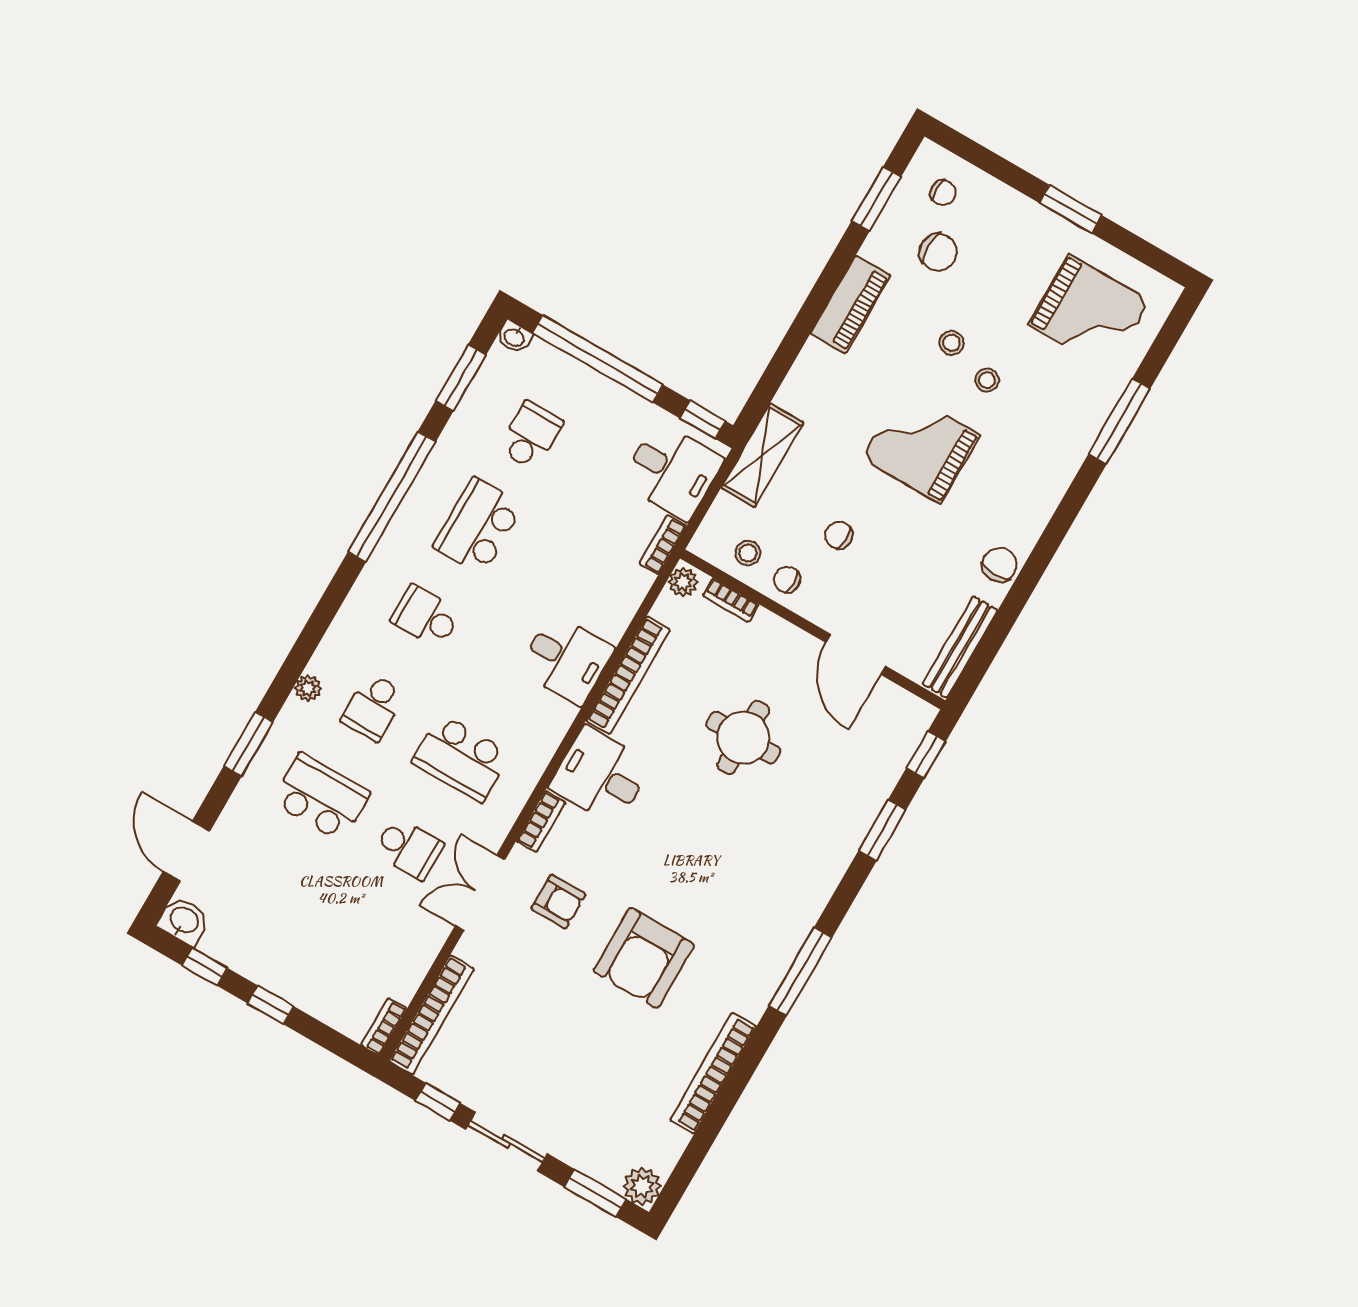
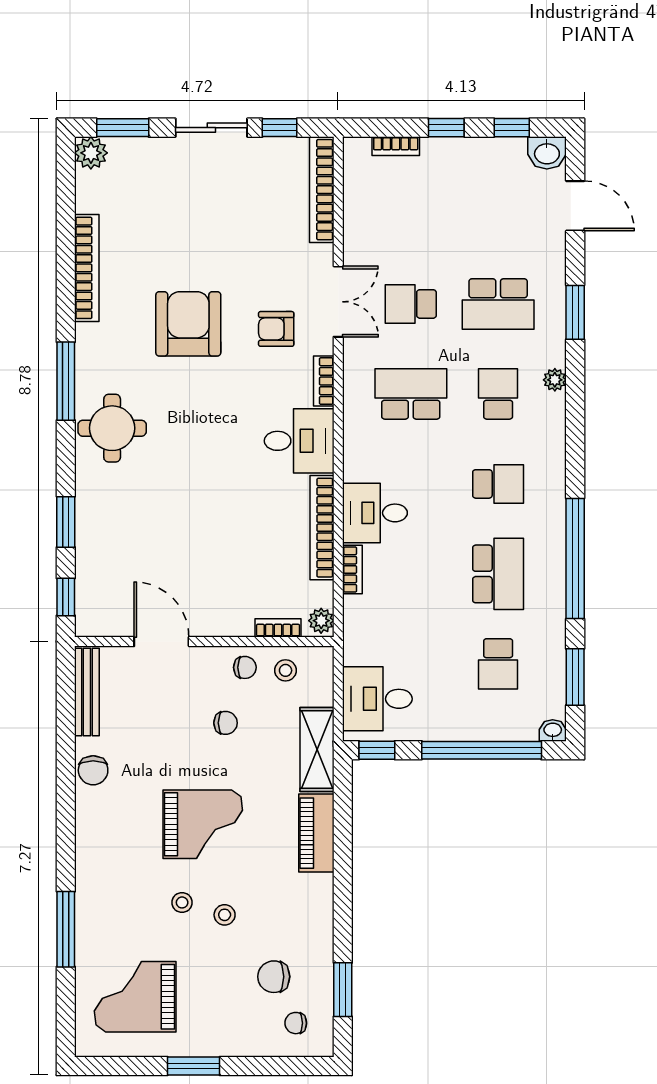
piano: (851, 305) -> (316, 833), moved
bookcase: (663, 545) -> (352, 570), moved
round table: (743, 738) -> (112, 428), moved
bookcase: (384, 1027) -> (396, 146), moved, turned 90

